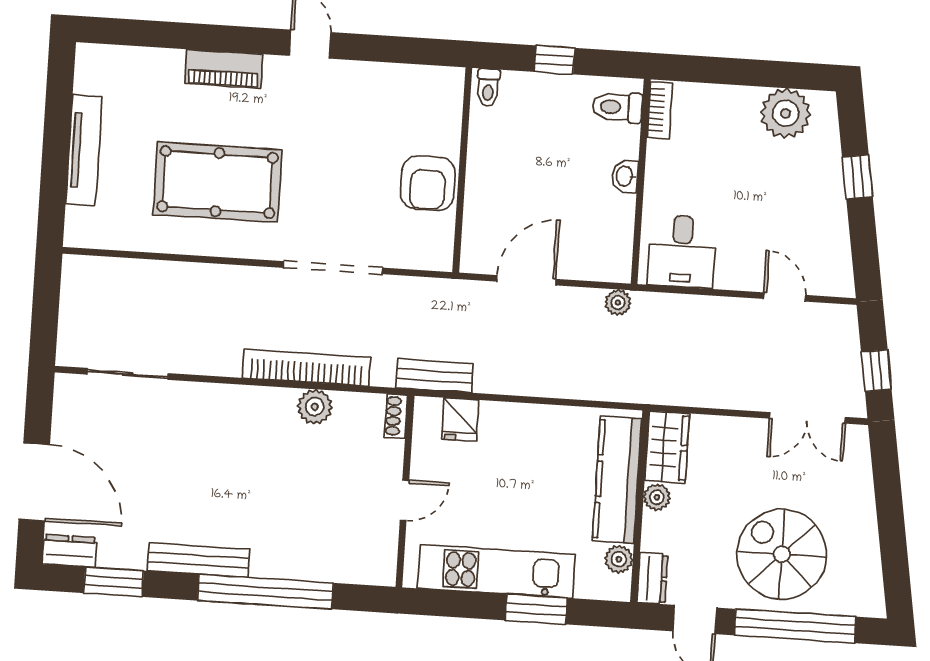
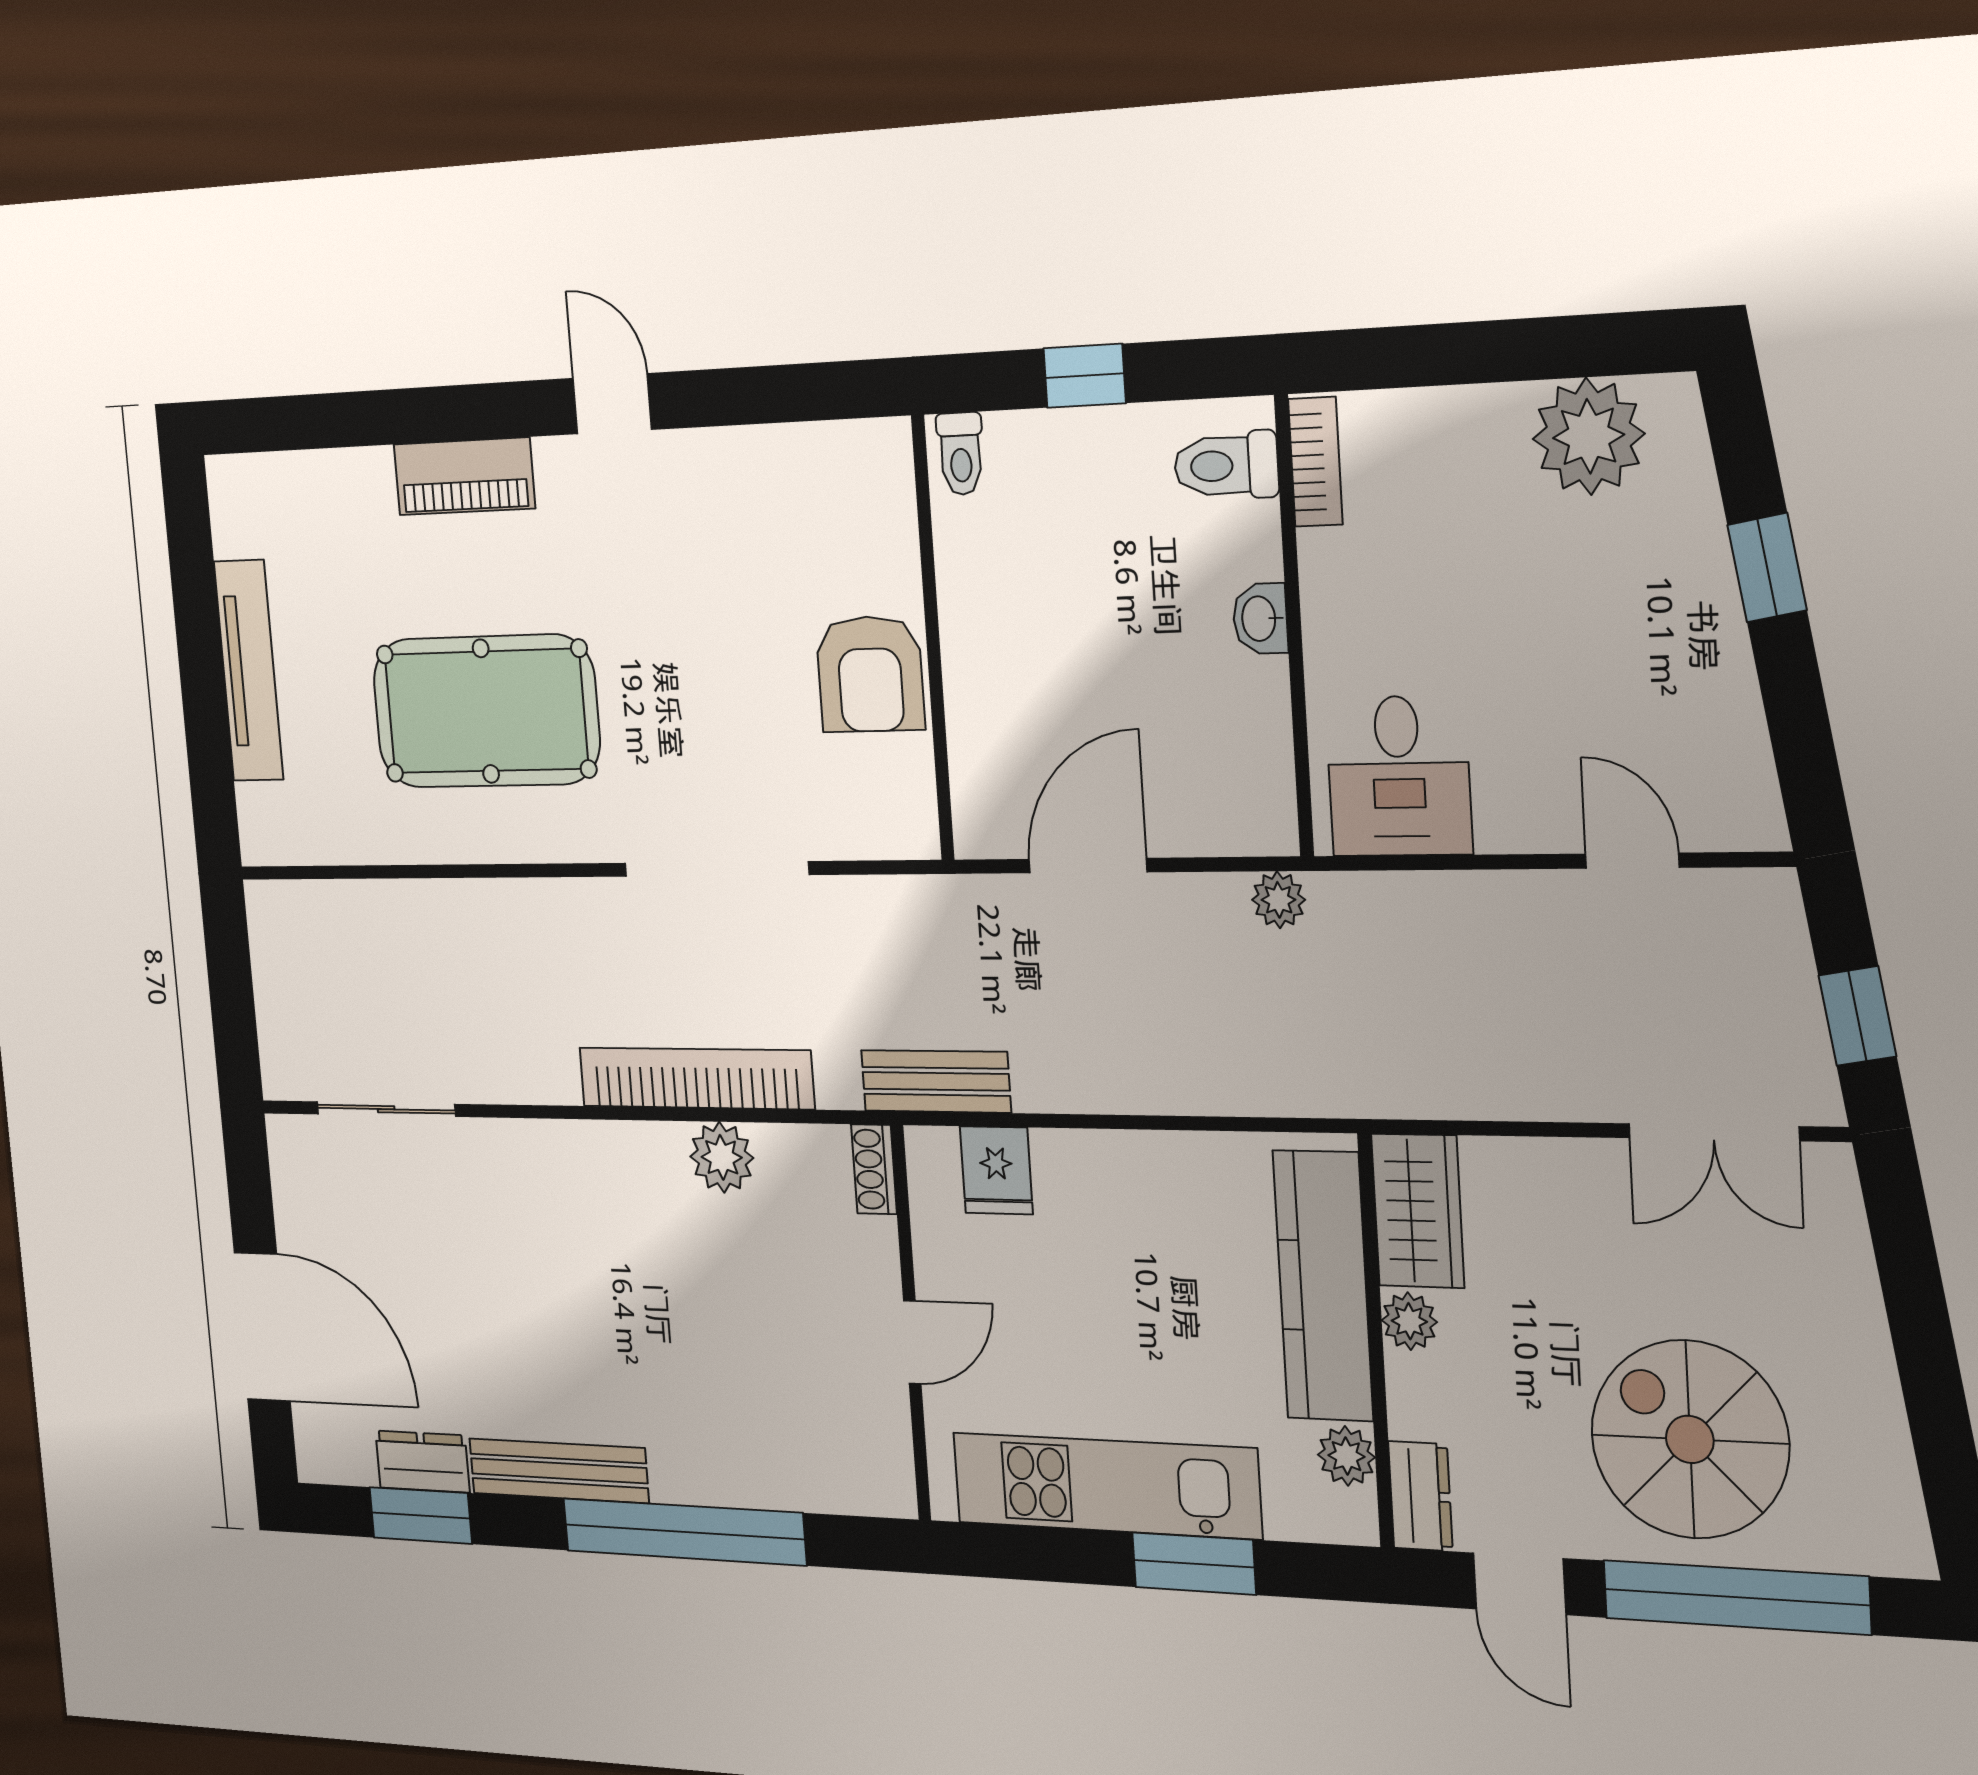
dresser: (70, 551) -> (422, 1462), moved

